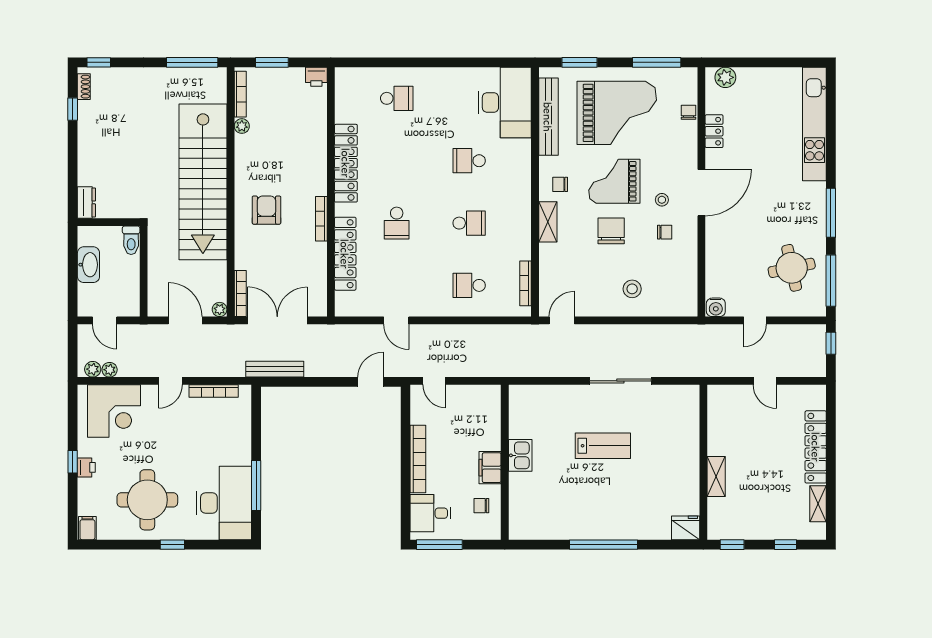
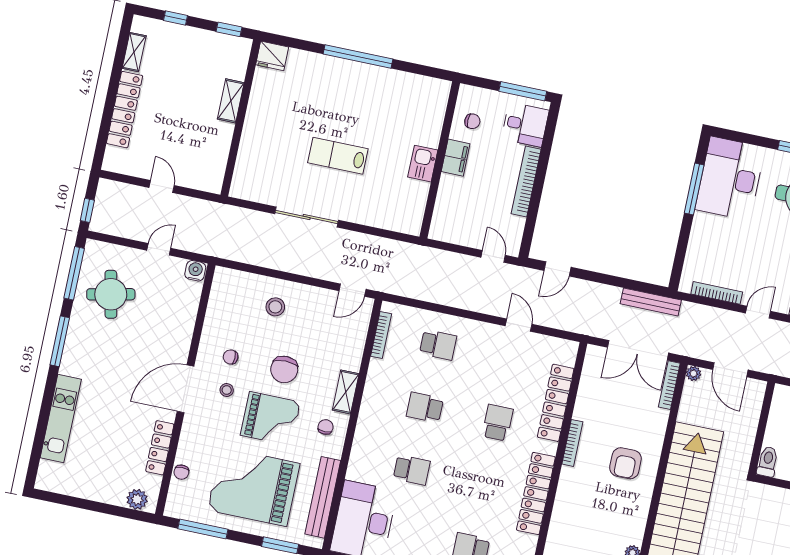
kitchen unit: (814, 124) -> (61, 419), width x0.73
locker: (714, 131) -> (160, 448), width x1.53
chair: (560, 184) -> (326, 427), turned -90

